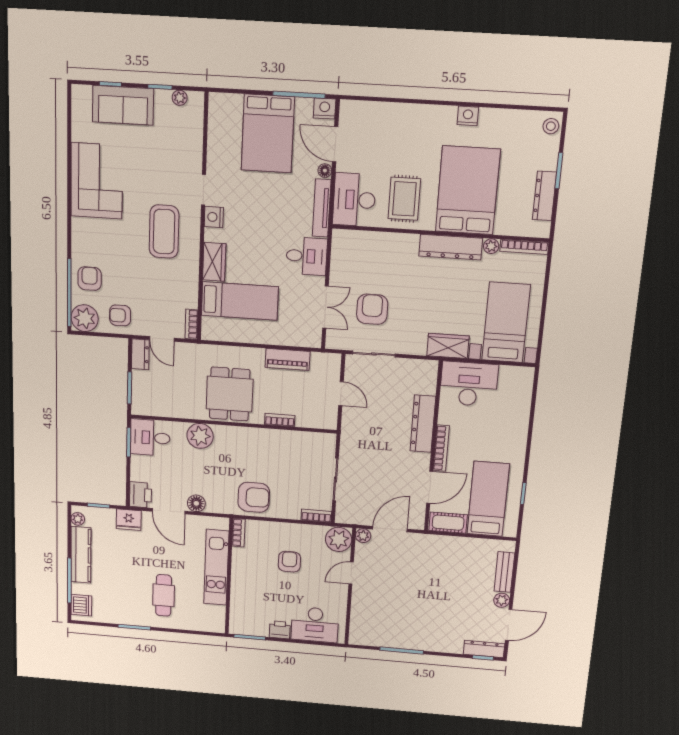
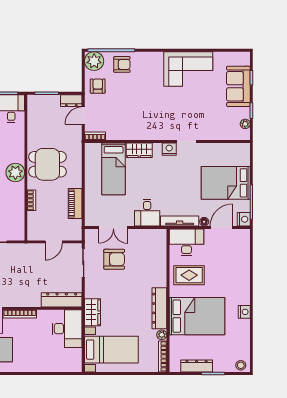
coffee table: (164, 232) -> (157, 115), removed
dresser: (423, 424) -> (62, 300), moved
plant: (200, 436) -> (15, 173), moved

